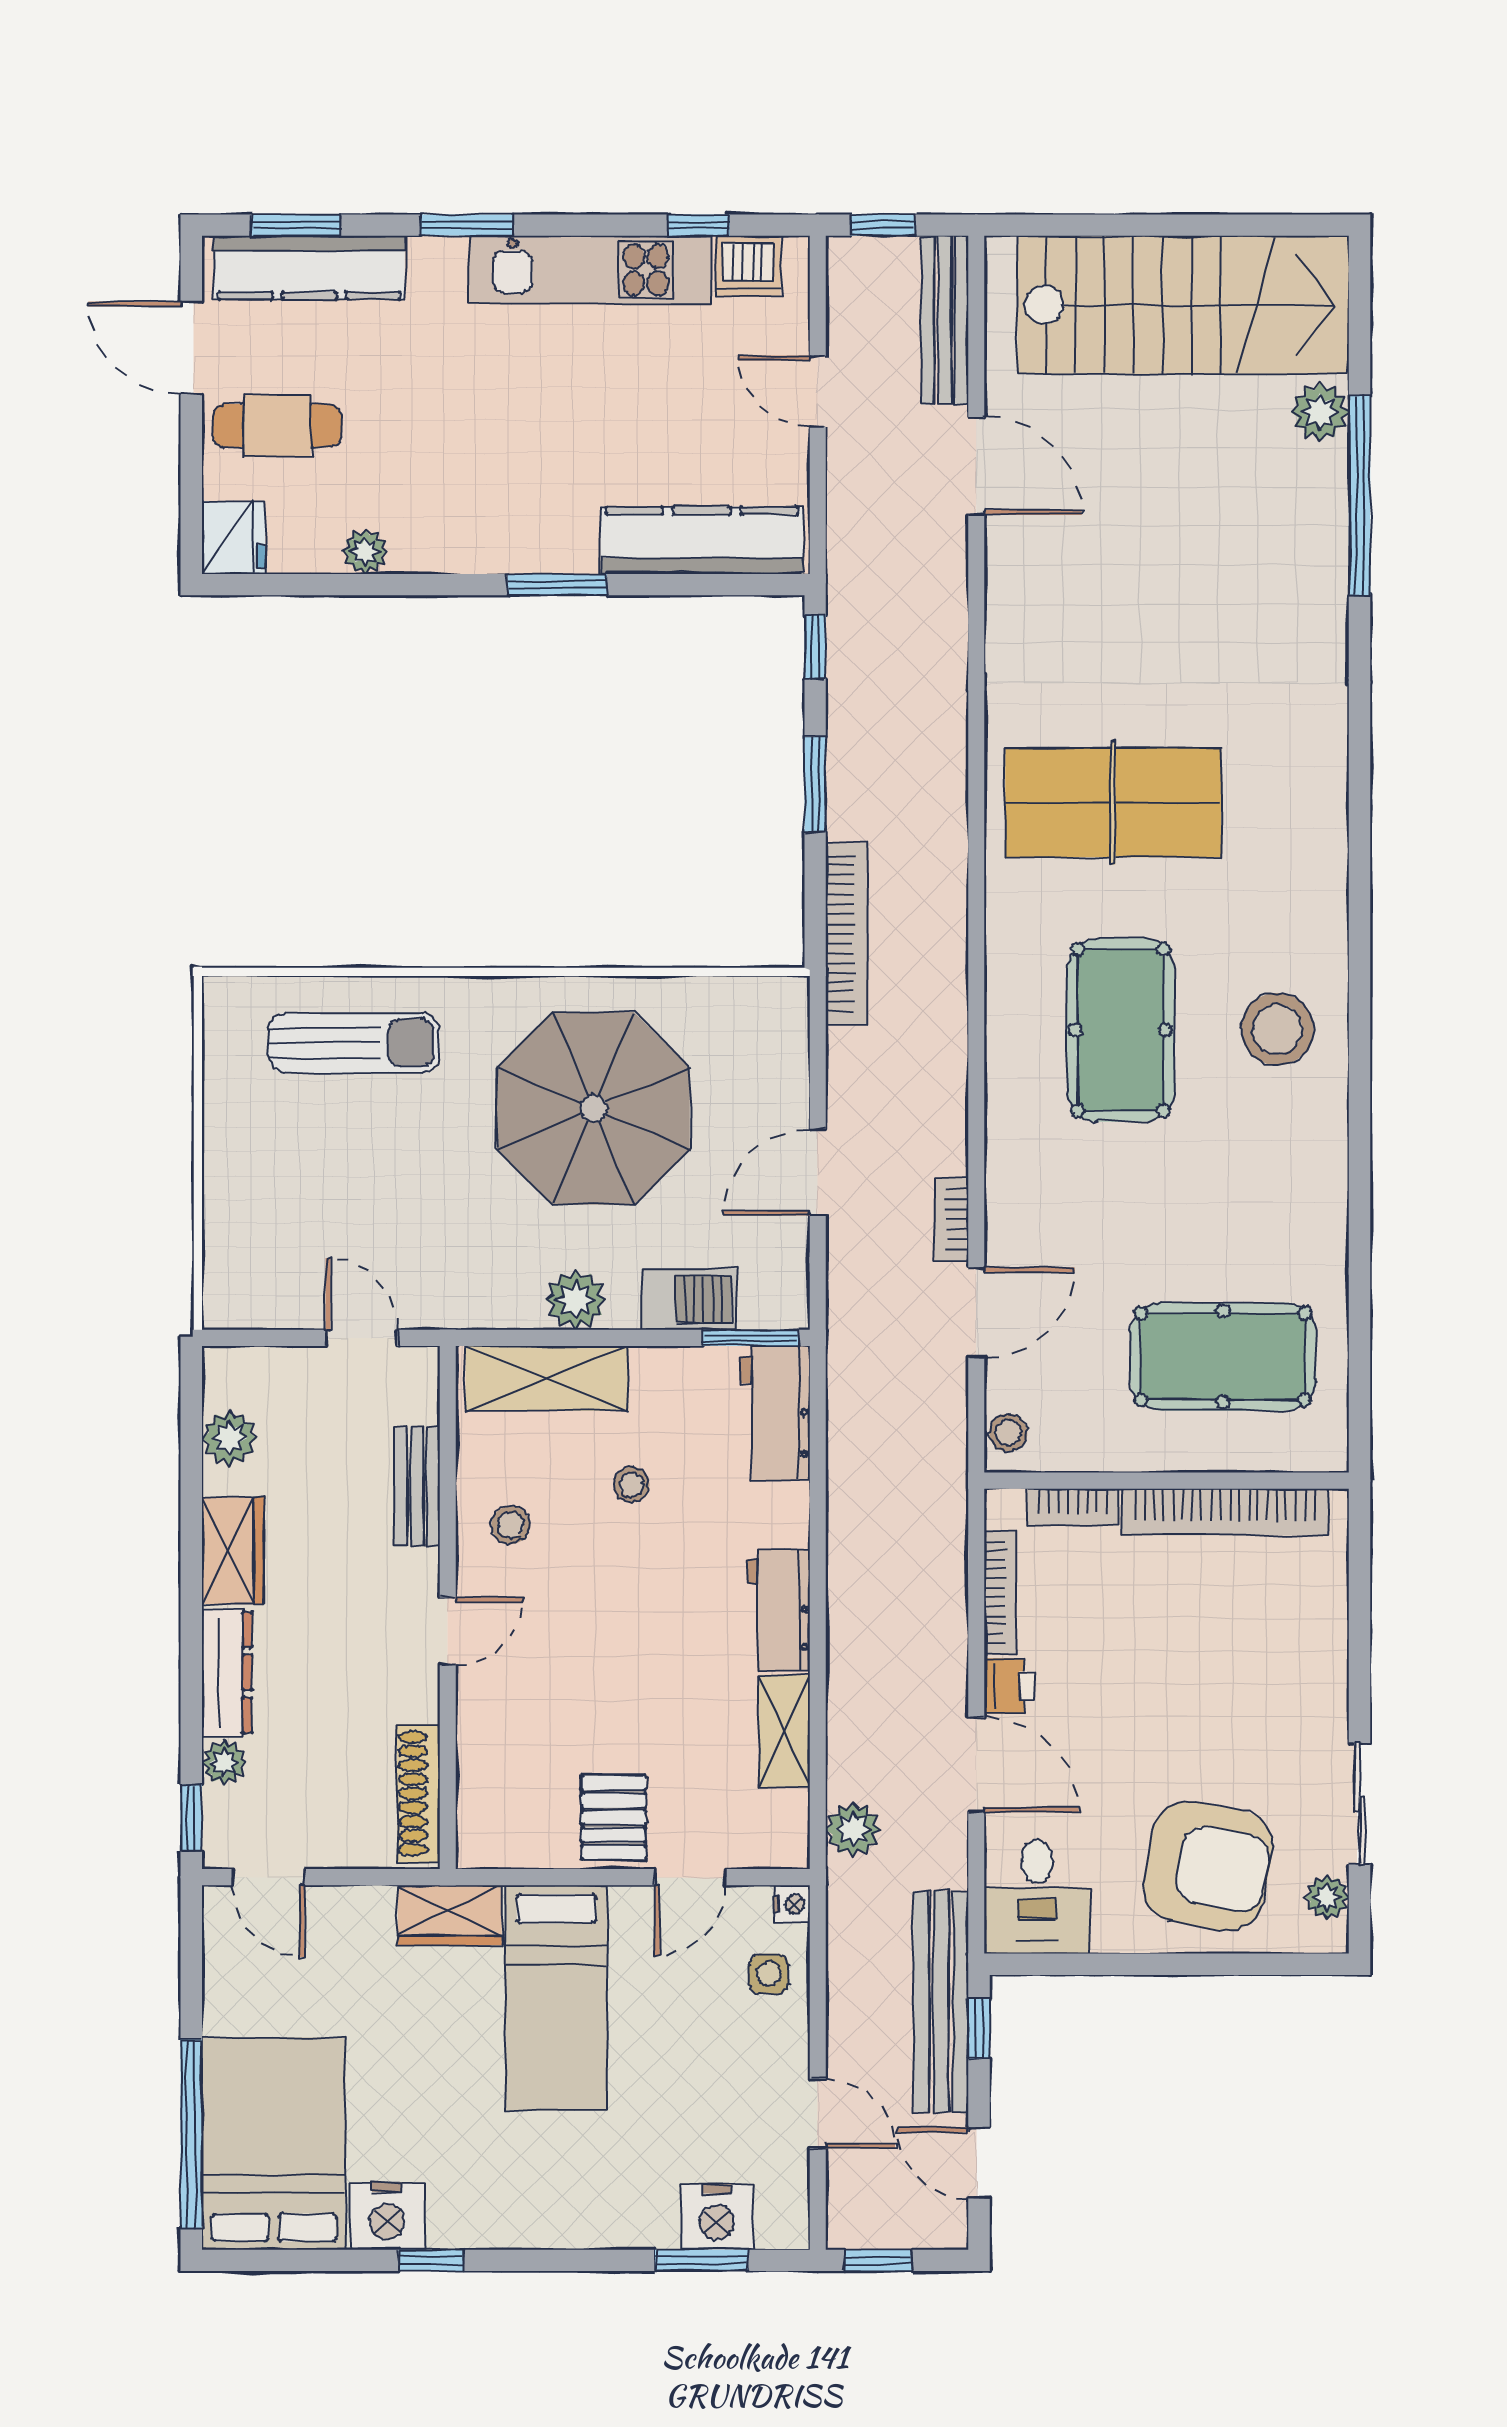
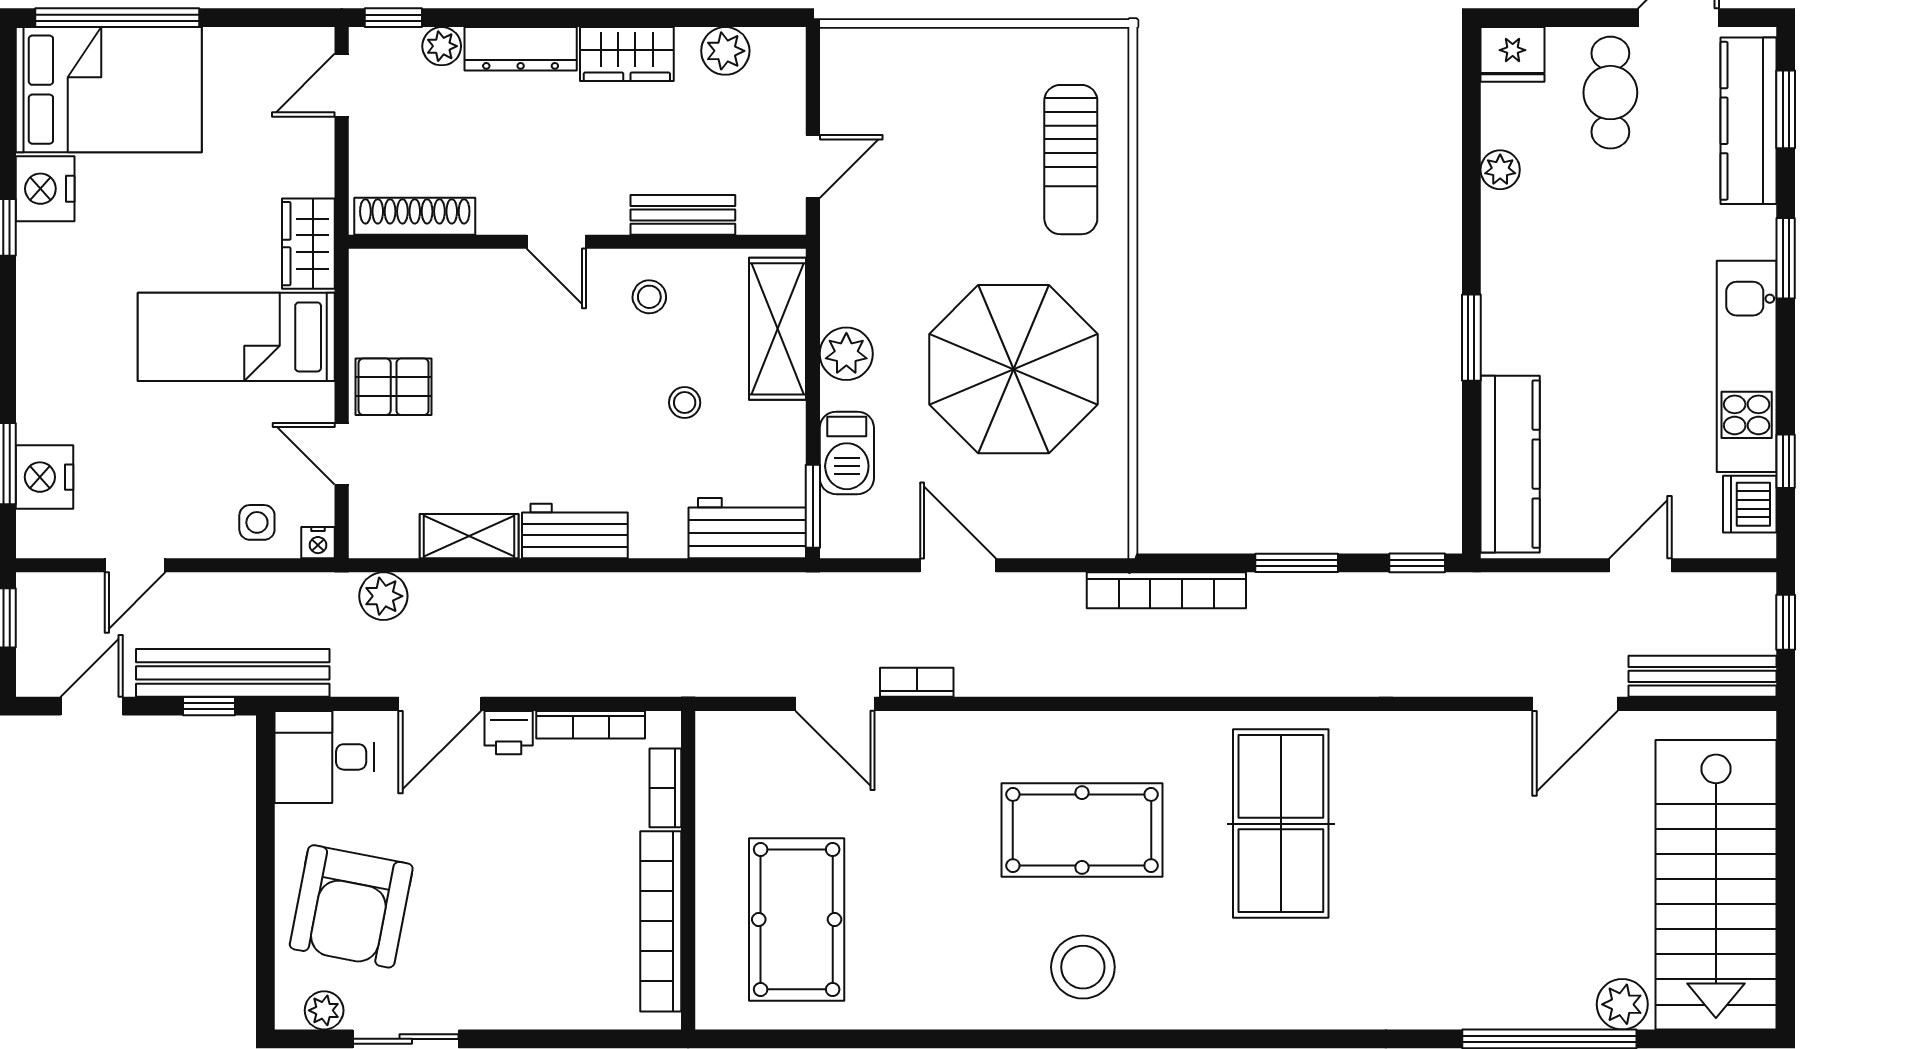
stool: (1008, 1433) -> (730, 732), removed

